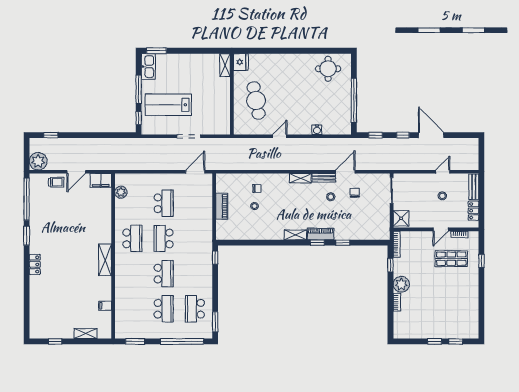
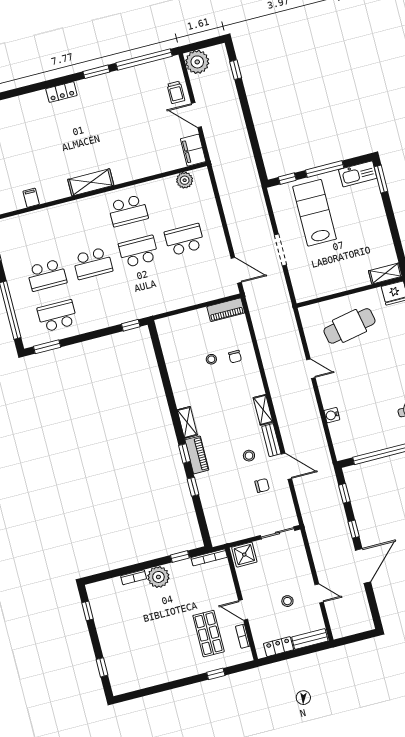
school desk: (164, 203) -> (184, 240), turned 180
piano: (222, 206) -> (226, 310), moved
window: (435, 341) -> (88, 611), moved

